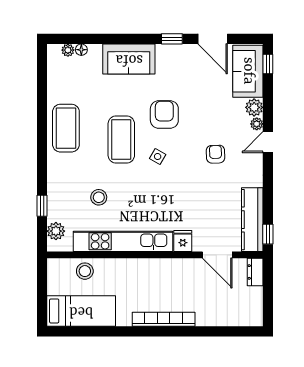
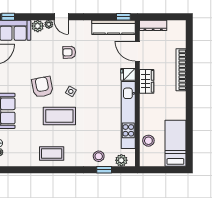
armchair: (164, 114) -> (42, 87), turned 79
coffee table: (66, 128) -> (52, 154), width x0.73, depth x0.76
stool: (99, 197) -> (99, 156), moved
door: (217, 255) -> (137, 51), swing flipped
wardrobe: (173, 268) -> (147, 81), added
dresser: (255, 272) -> (153, 25), width x1.44
bookcase: (164, 319) -> (181, 70), moved

